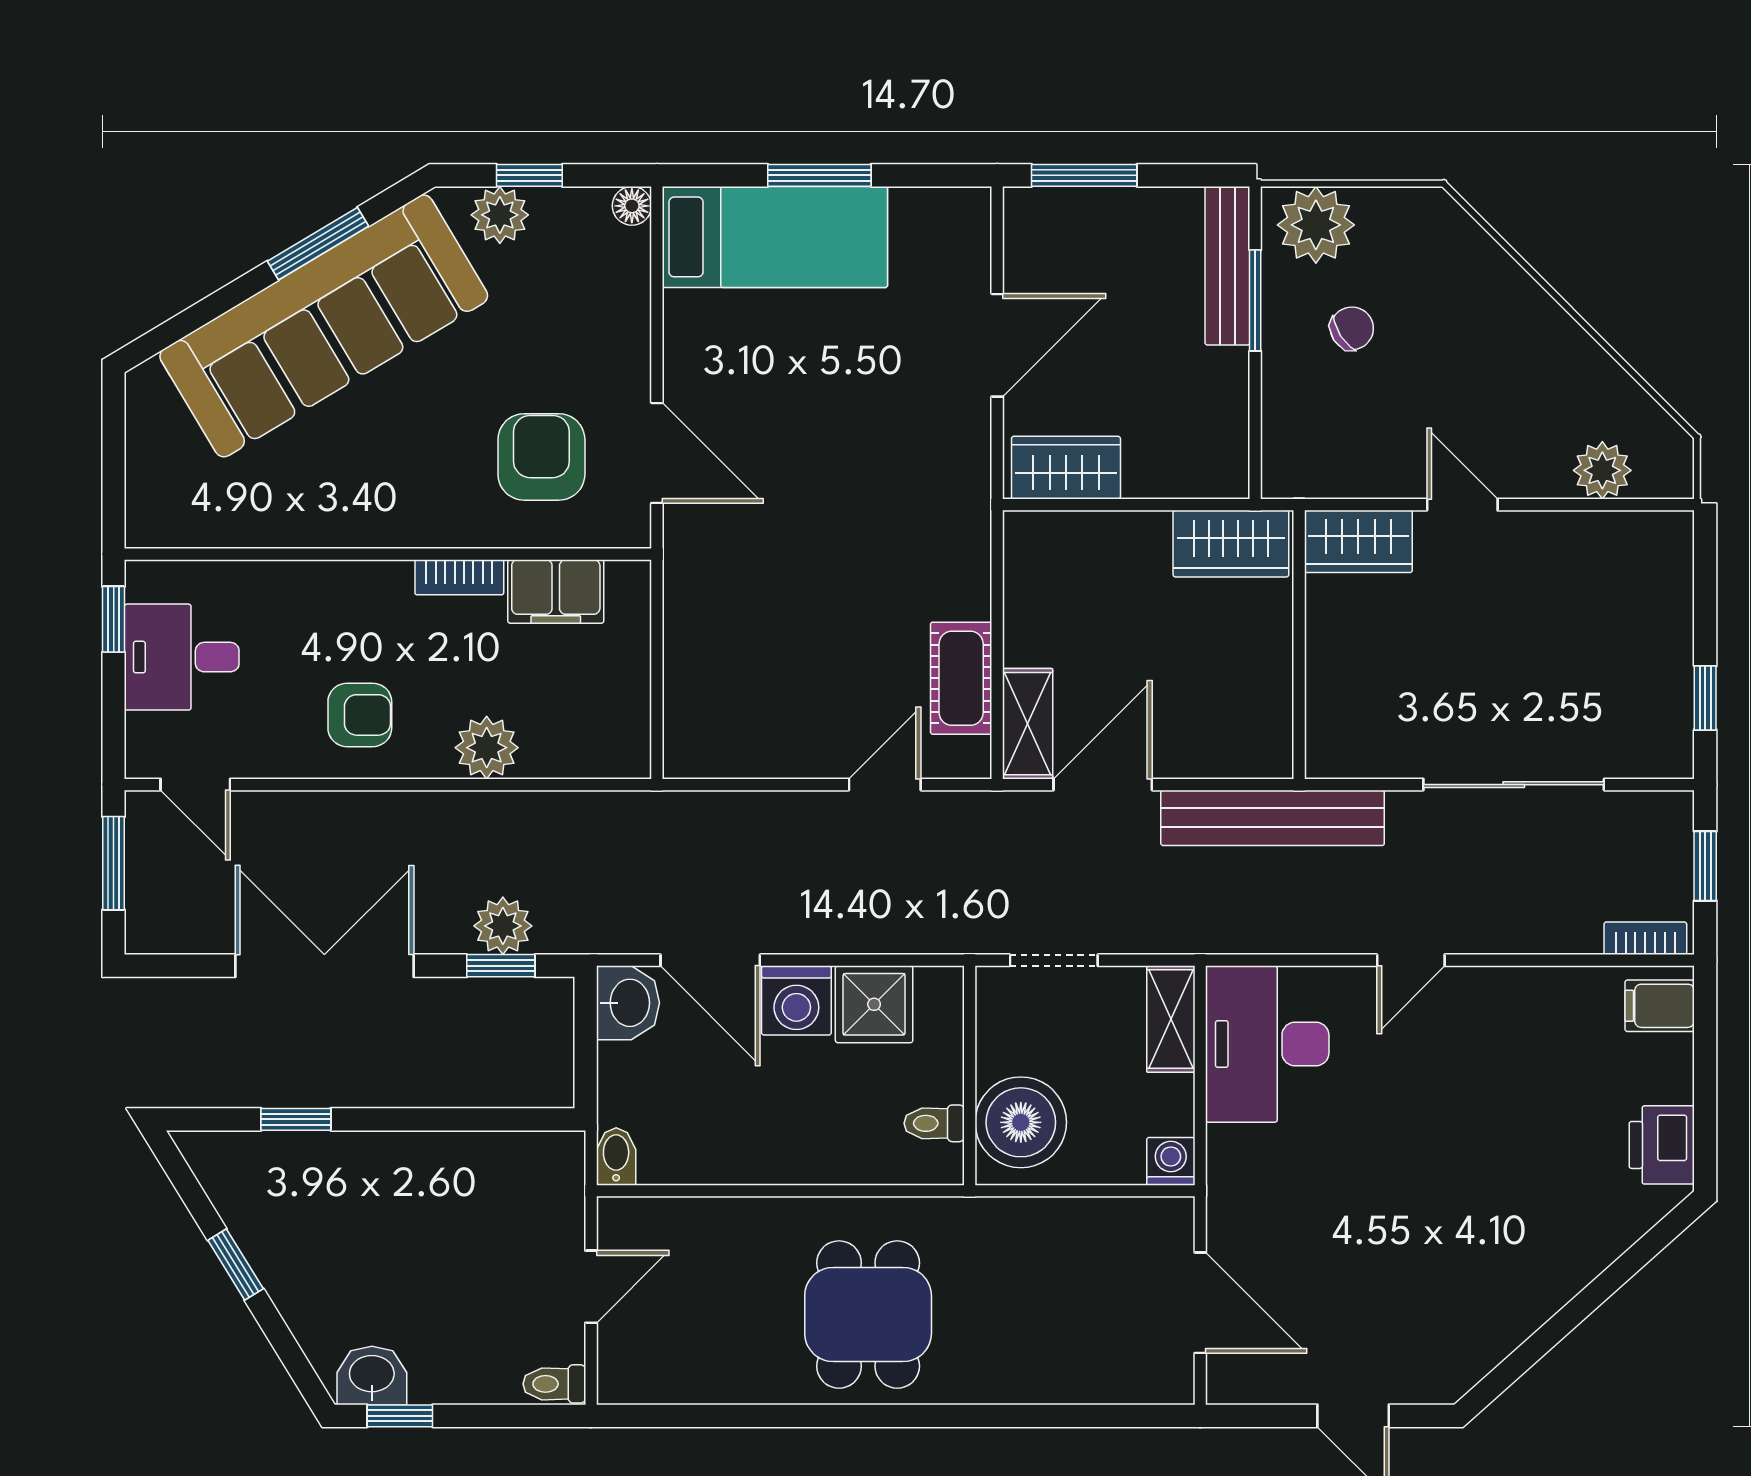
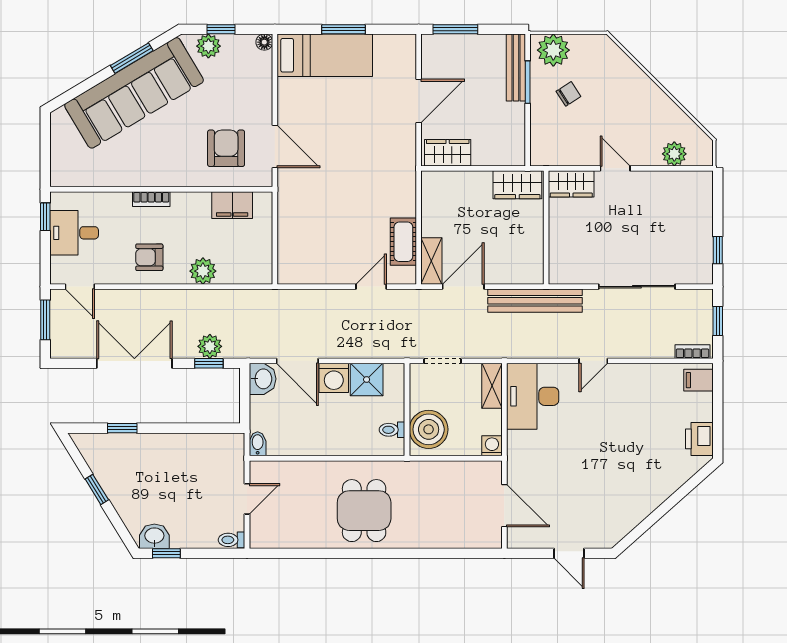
bookcase: (459, 577) -> (151, 199), moved
armchair: (360, 715) -> (149, 257), turned 180

